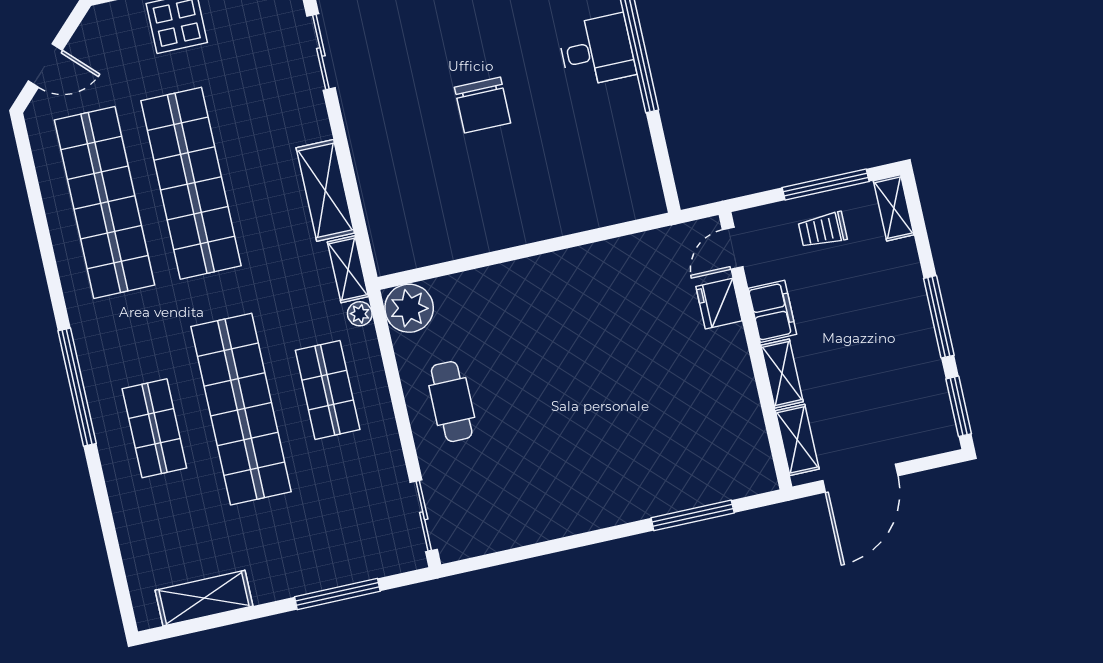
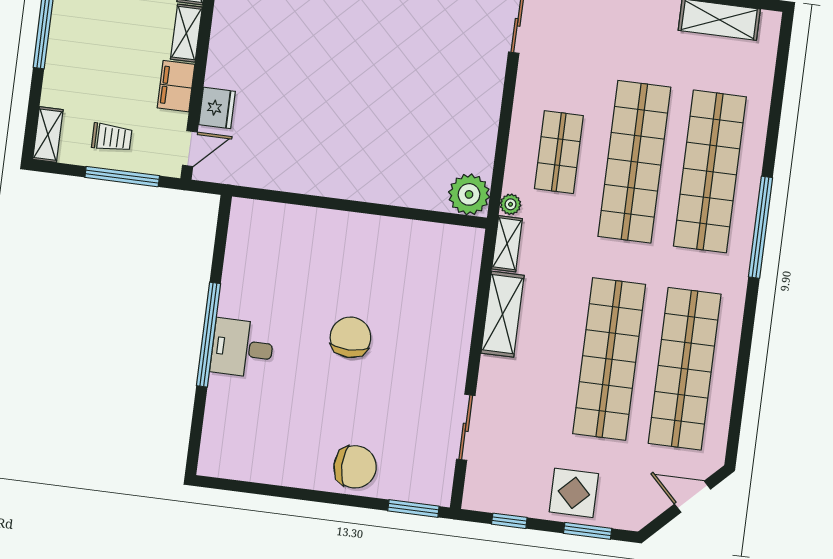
window: (826, 184) -> (122, 177), moved
cafe table: (452, 402) -> (462, 107), removed
shop shelf: (154, 428) -> (710, 171), width x2.00, depth x1.36

